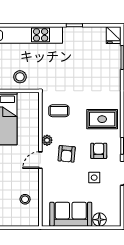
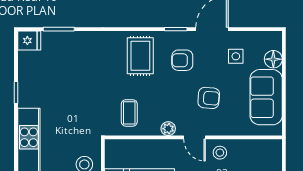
armchair: (67, 154) -> (209, 98), moved
side table: (94, 178) -> (236, 56), moved
stool: (25, 199) -> (220, 153), moved

